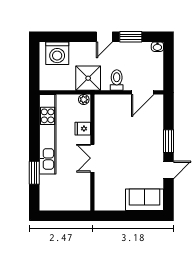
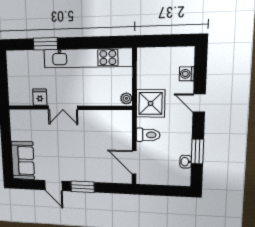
door: (104, 37) -> (199, 103), moved
washbasin: (157, 47) -> (186, 162), moved
washing machine: (57, 53) -> (187, 74), width x0.53, depth x0.53
fridge: (83, 129) -> (40, 97), moved
double door: (92, 158) -> (63, 108), swing flipped

